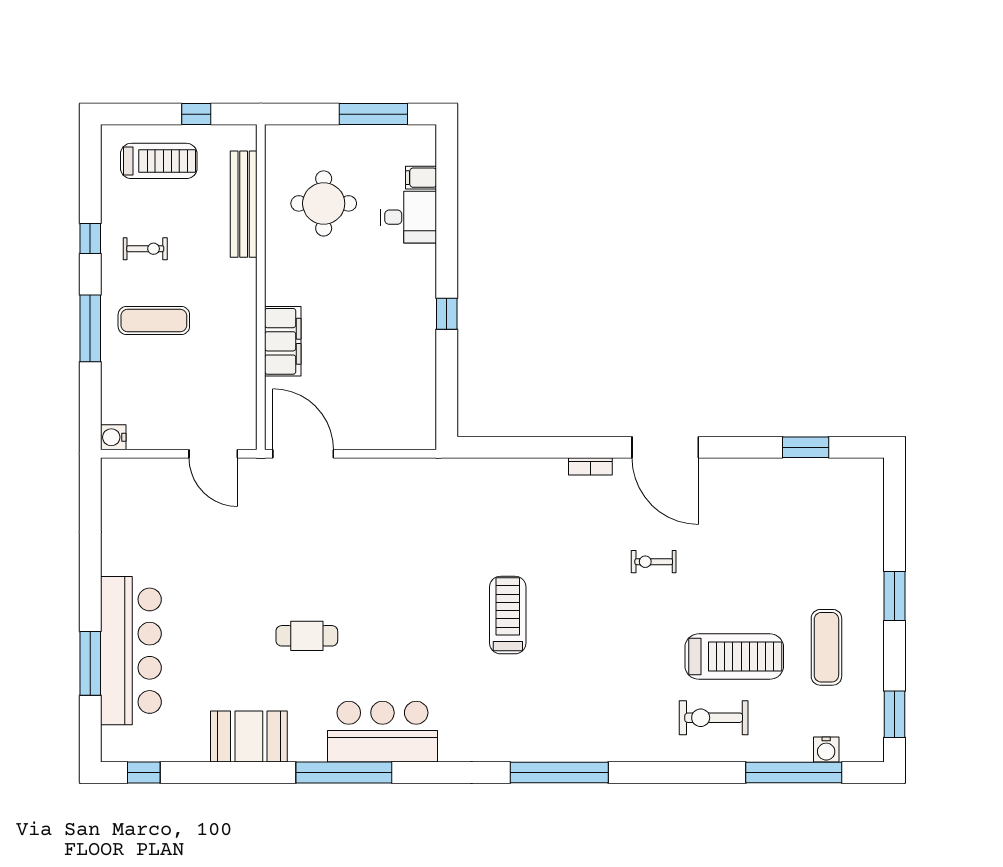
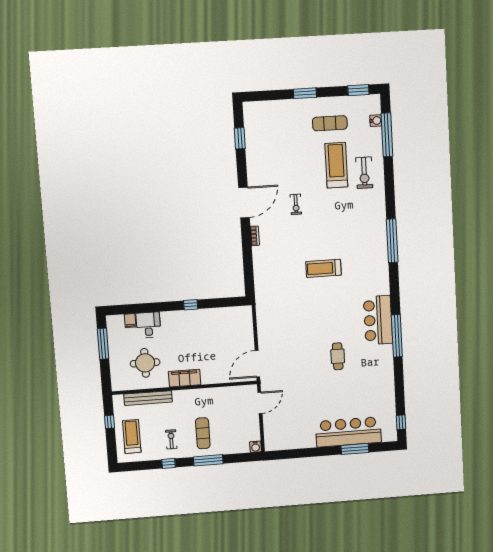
filing cabinet: (283, 341) -> (185, 378), moved
booth: (249, 736) -> (383, 378), removed

